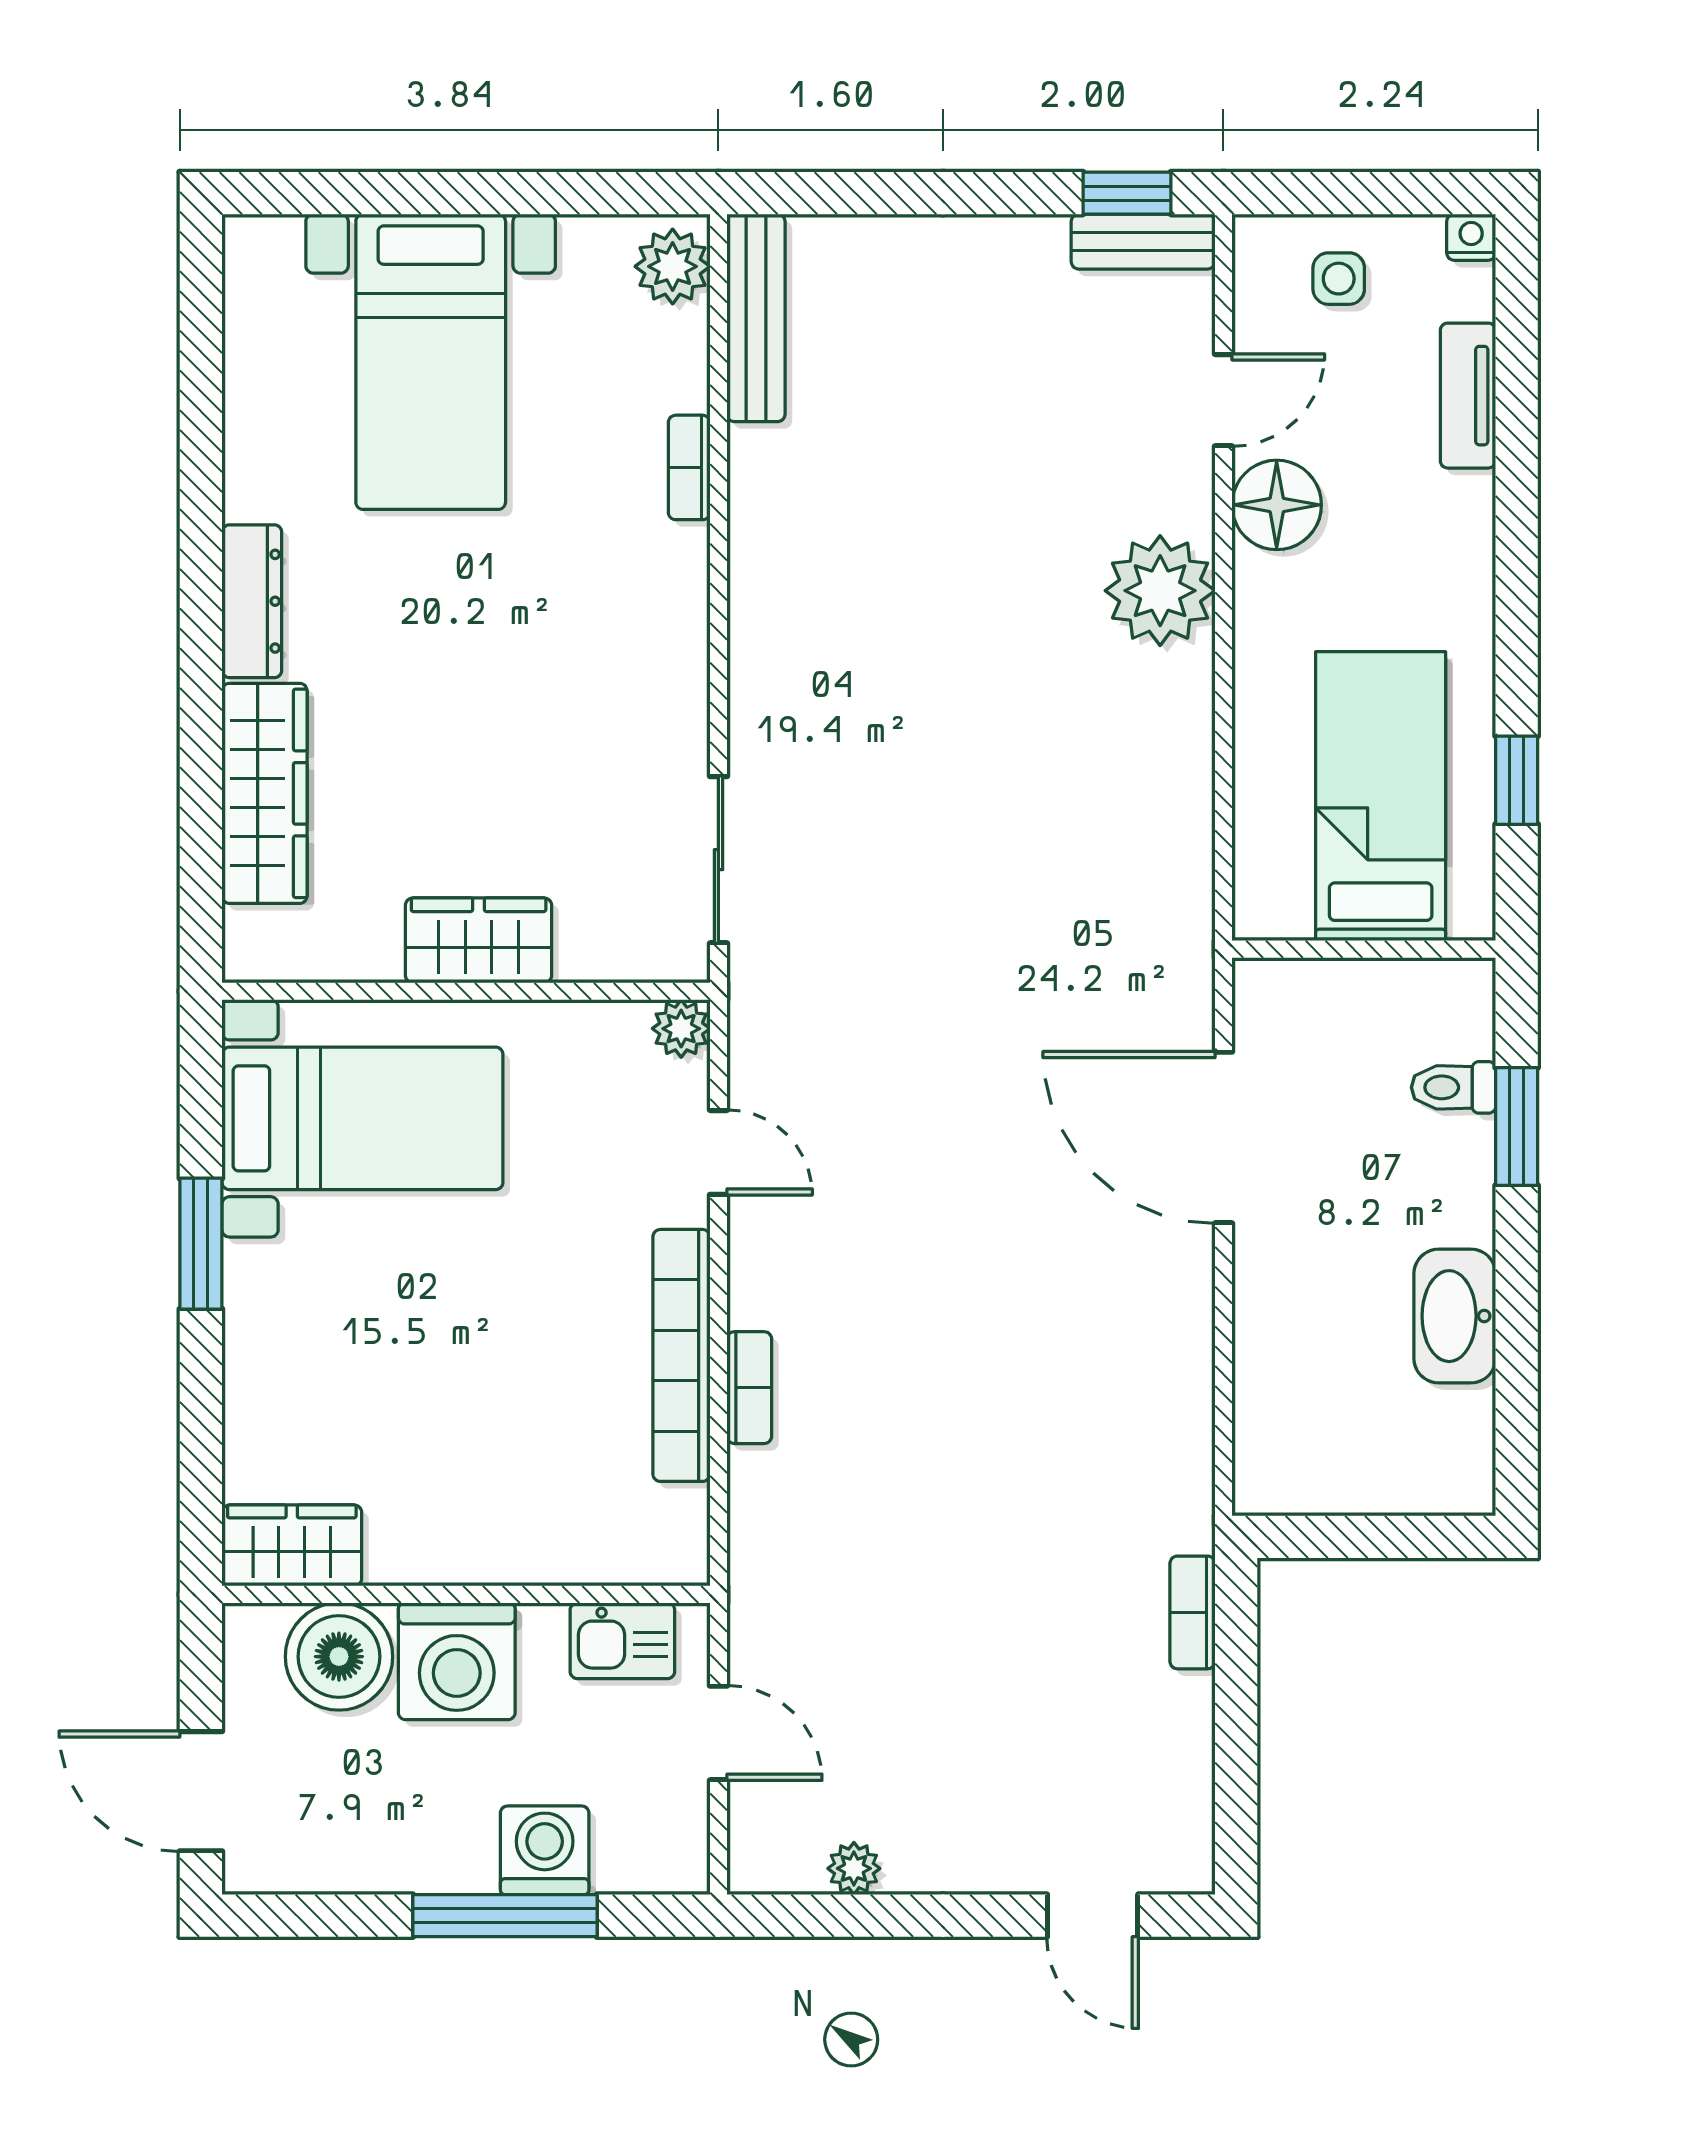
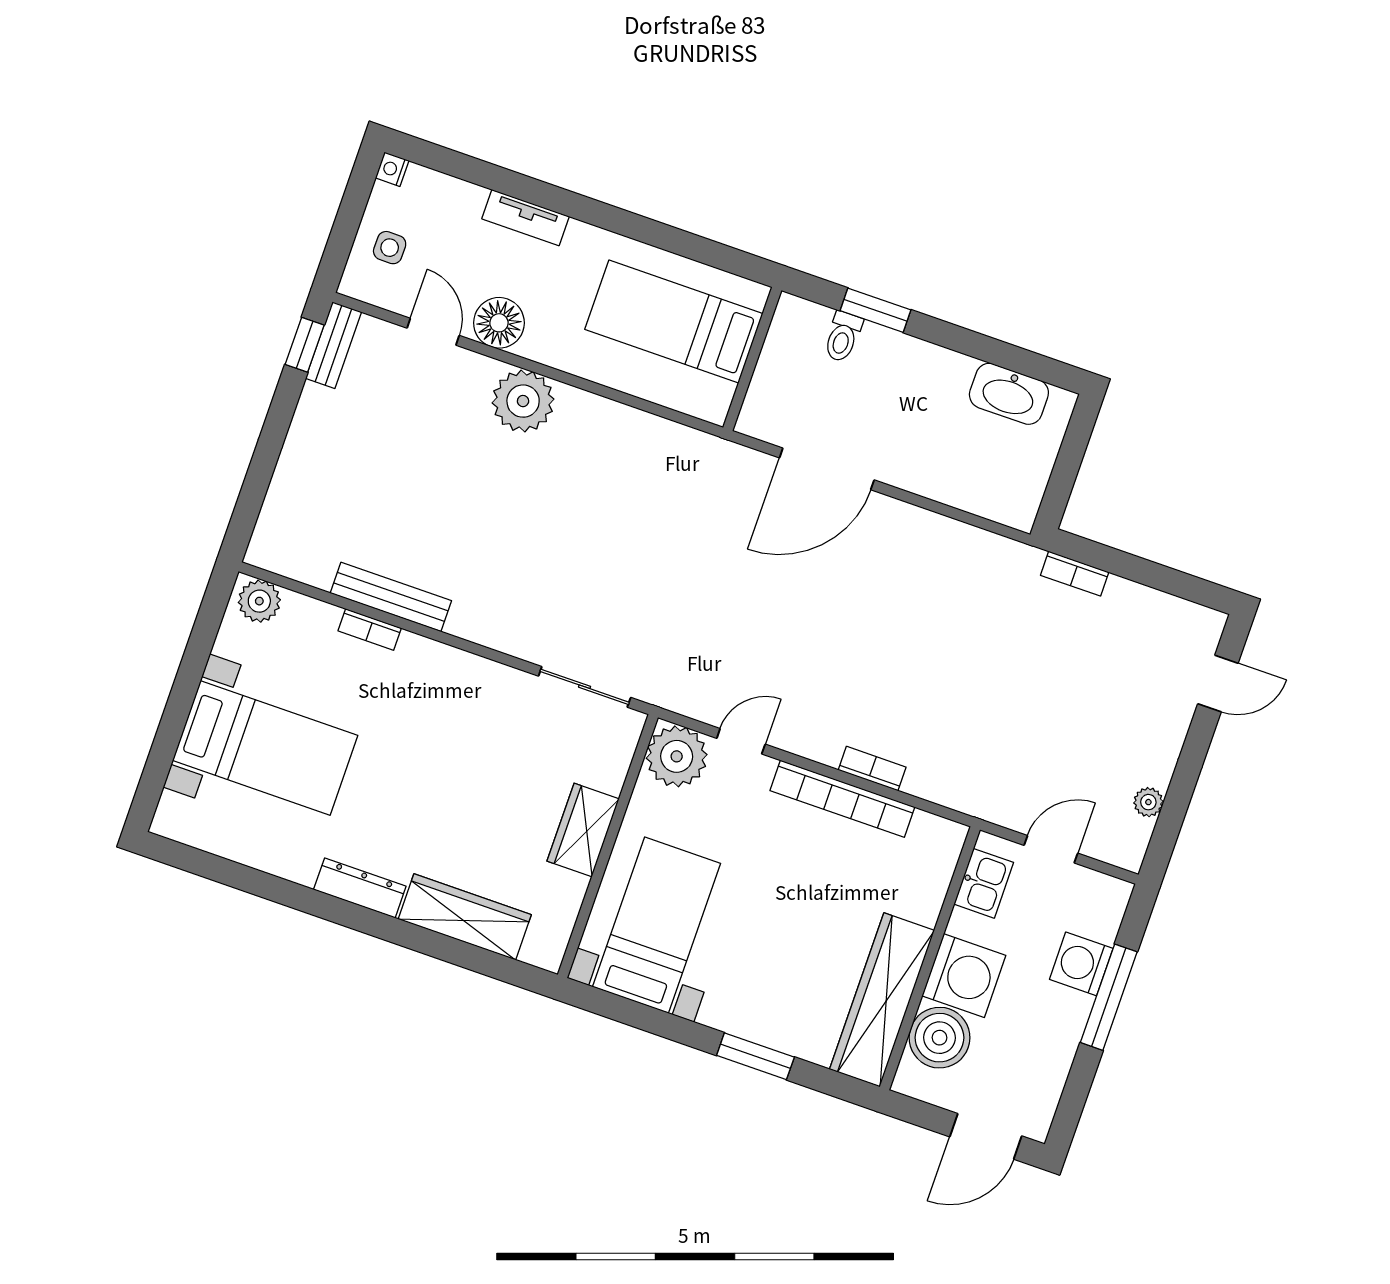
bench: (756, 318) -> (391, 597), moved
tv unit: (1468, 396) -> (526, 218), moved
window: (1517, 780) -> (691, 246), removed
plant: (681, 1029) -> (677, 756), width x1.87, depth x1.87
window: (201, 1244) -> (755, 1056), moved
washbasin: (1455, 1316) -> (1009, 394), moved
wardrobe: (292, 1545) -> (882, 1000), width x2.10, depth x1.17

